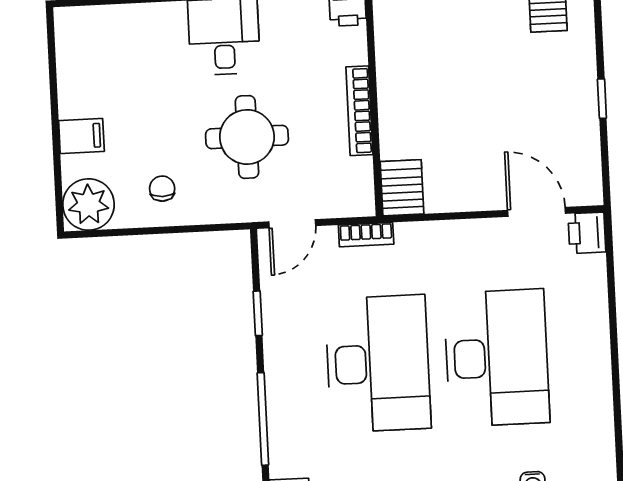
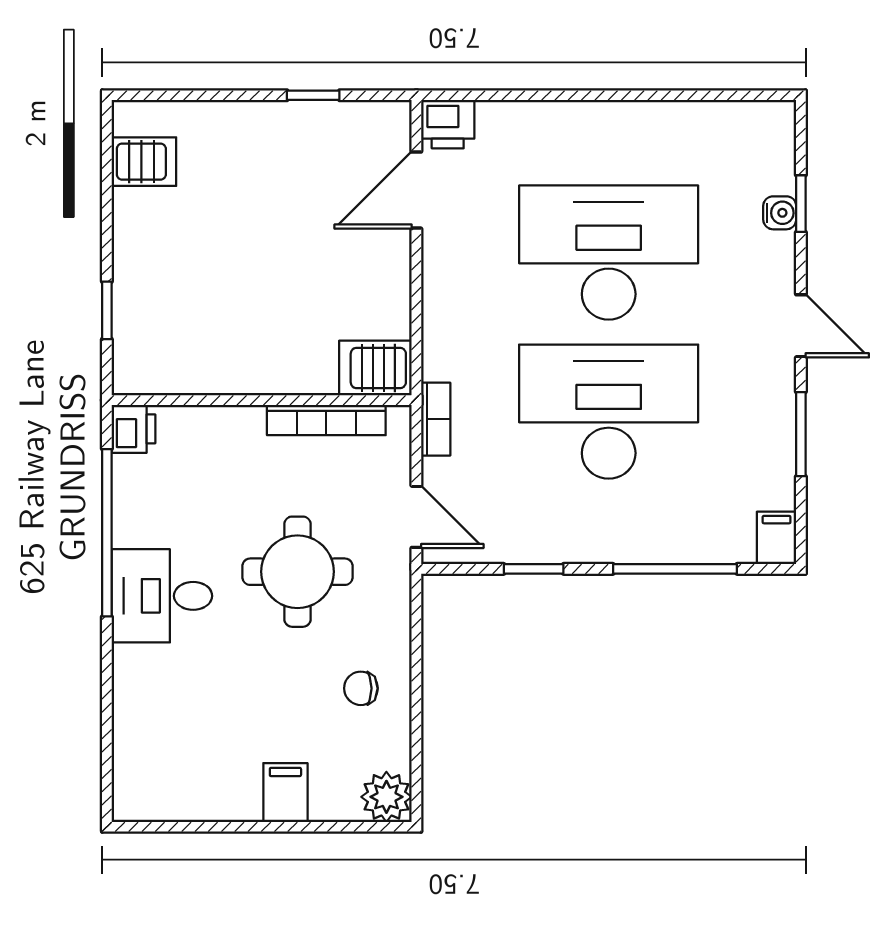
window: (602, 99) -> (313, 95), moved
bookcase: (359, 111) -> (326, 420), moved
plant: (88, 204) -> (386, 797), width x0.73, depth x0.73

